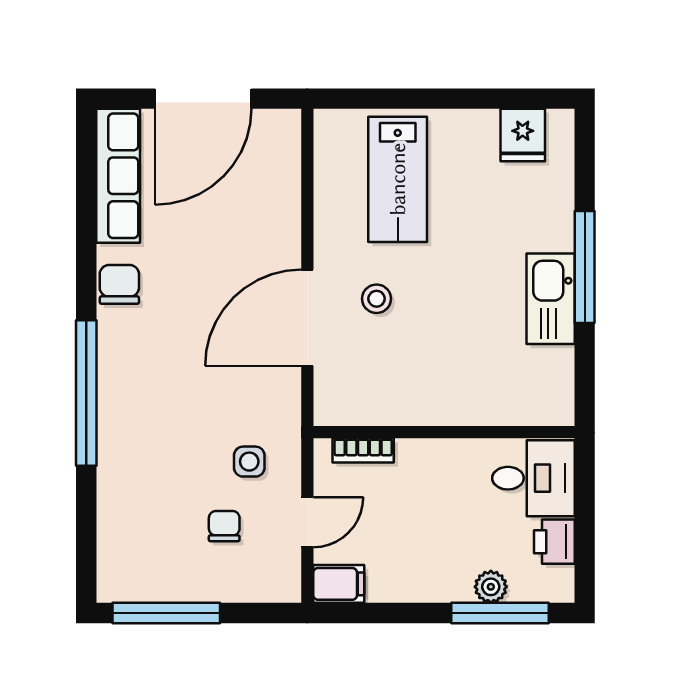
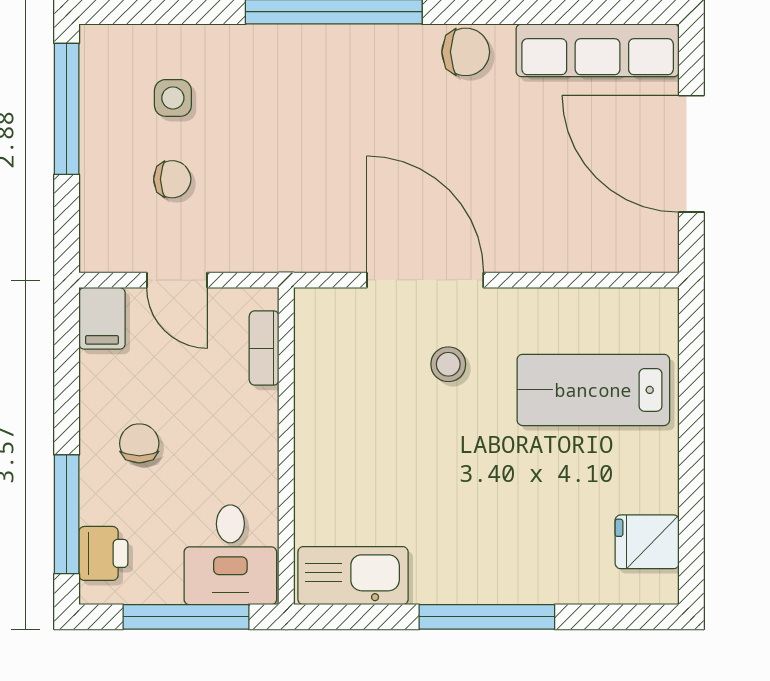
kitchen sink: (551, 299) -> (353, 576), moved
side table: (249, 462) -> (173, 98), moved
window: (585, 515) -> (186, 617), added
printer: (554, 542) -> (103, 553), moved, turned 90
chair: (442, 553) -> (139, 443), added
plant: (491, 587) -> (98, 503), removed

